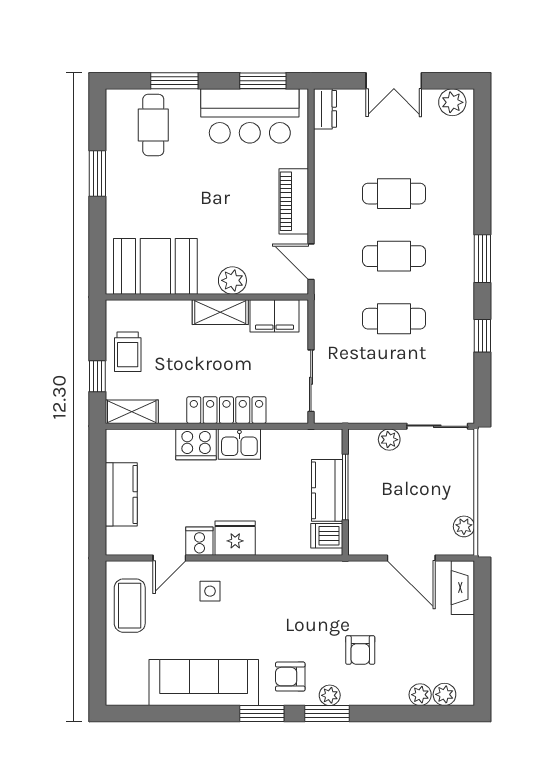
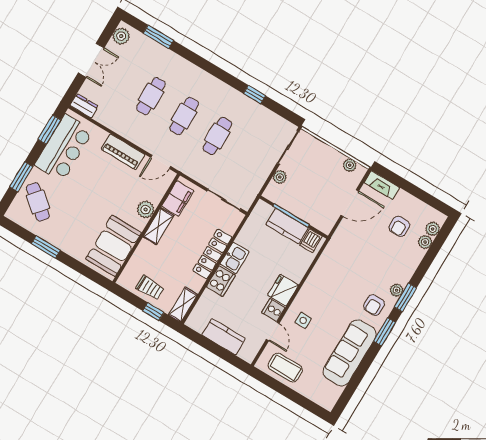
cafe table: (153, 125) -> (38, 202), turned 40
window: (482, 259) -> (158, 37), moved
armchair: (360, 650) -> (399, 226), moved, turned 90

